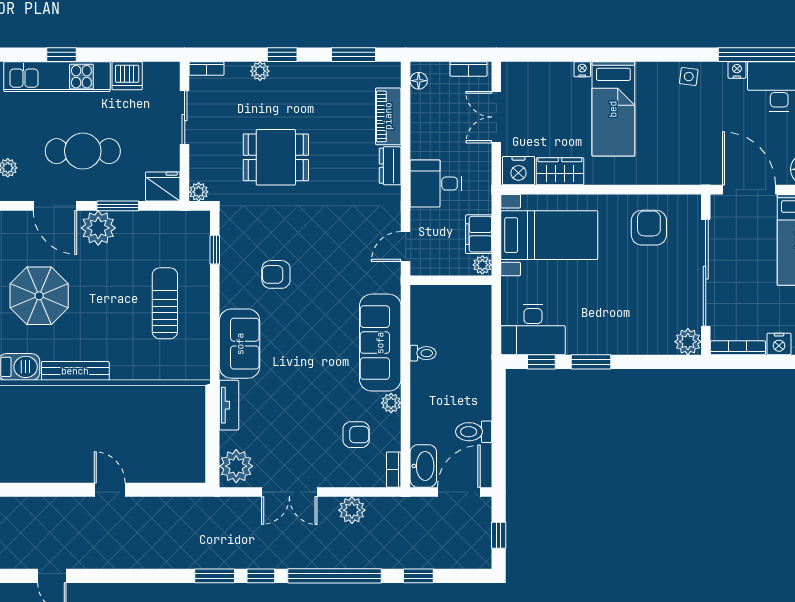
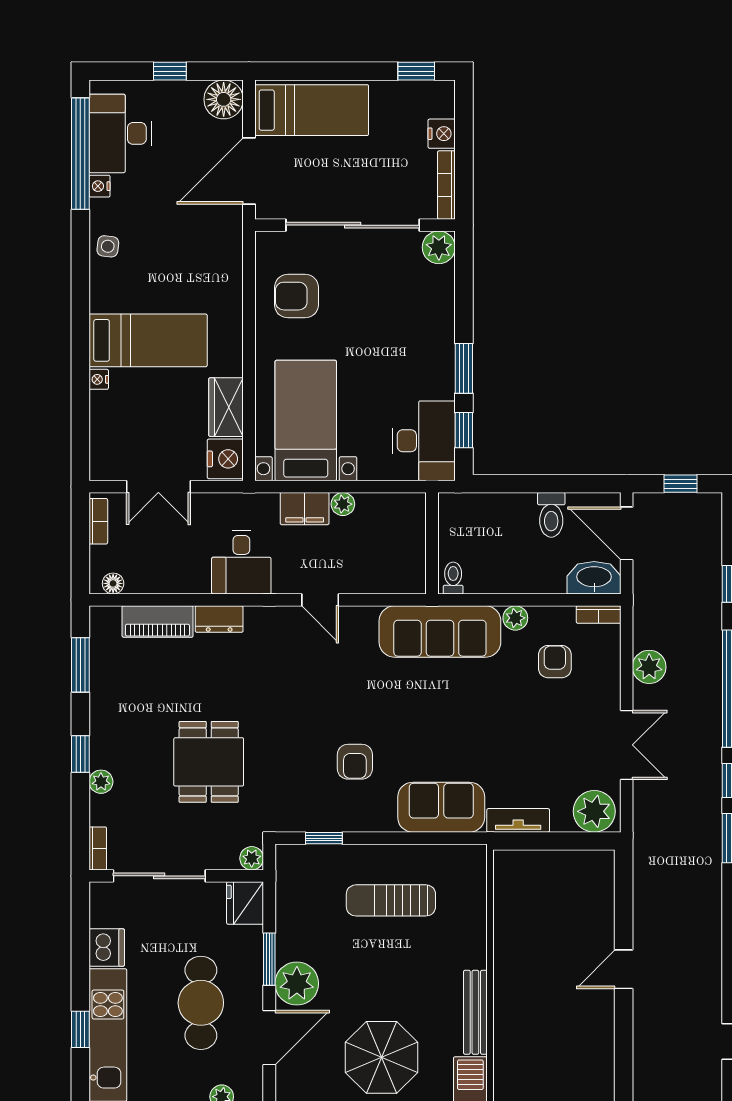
sliding door: (185, 118) -> (159, 876), width x1.37
wall: (451, 280) -> (432, 543), moved

